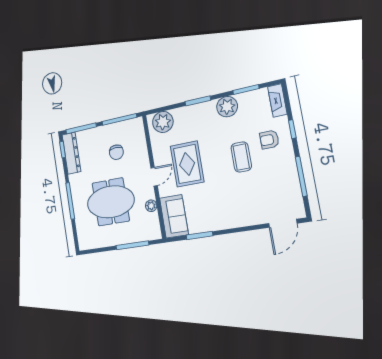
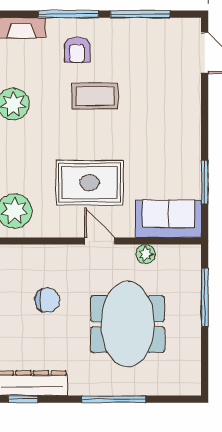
window: (292, 129) -> (68, 14), width x2.17

